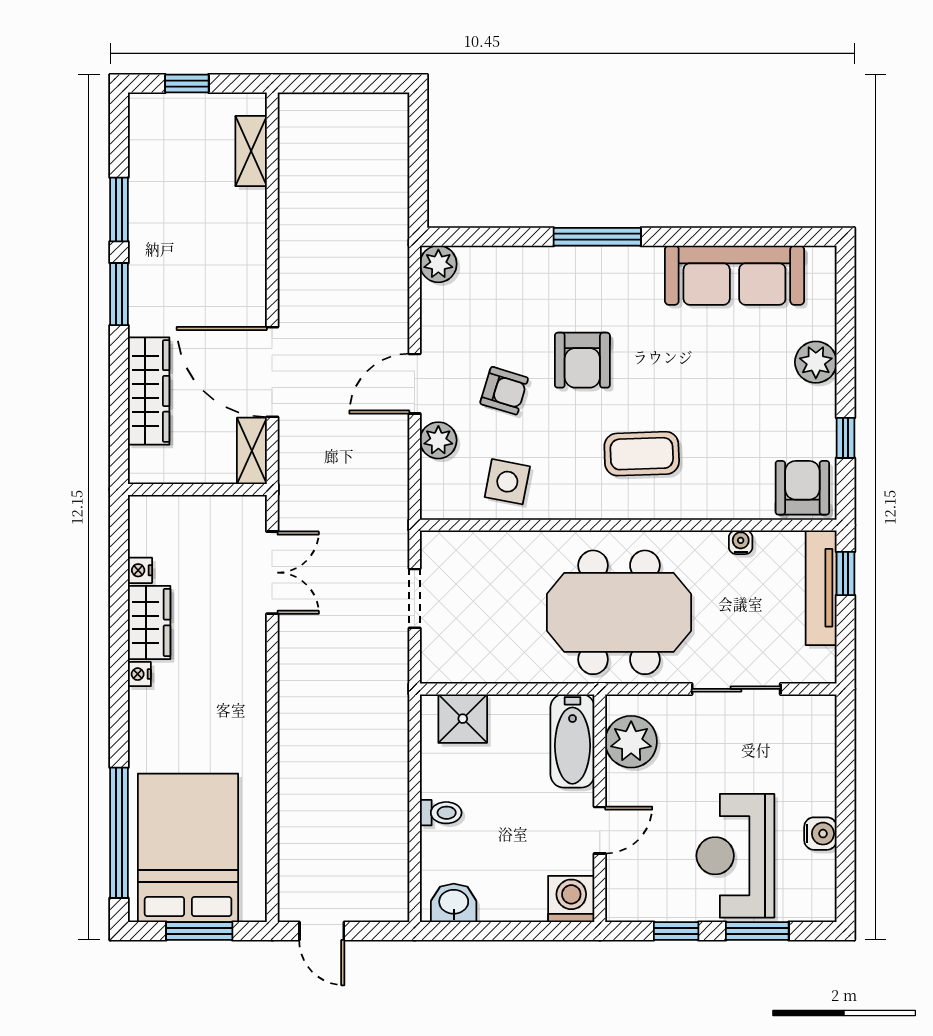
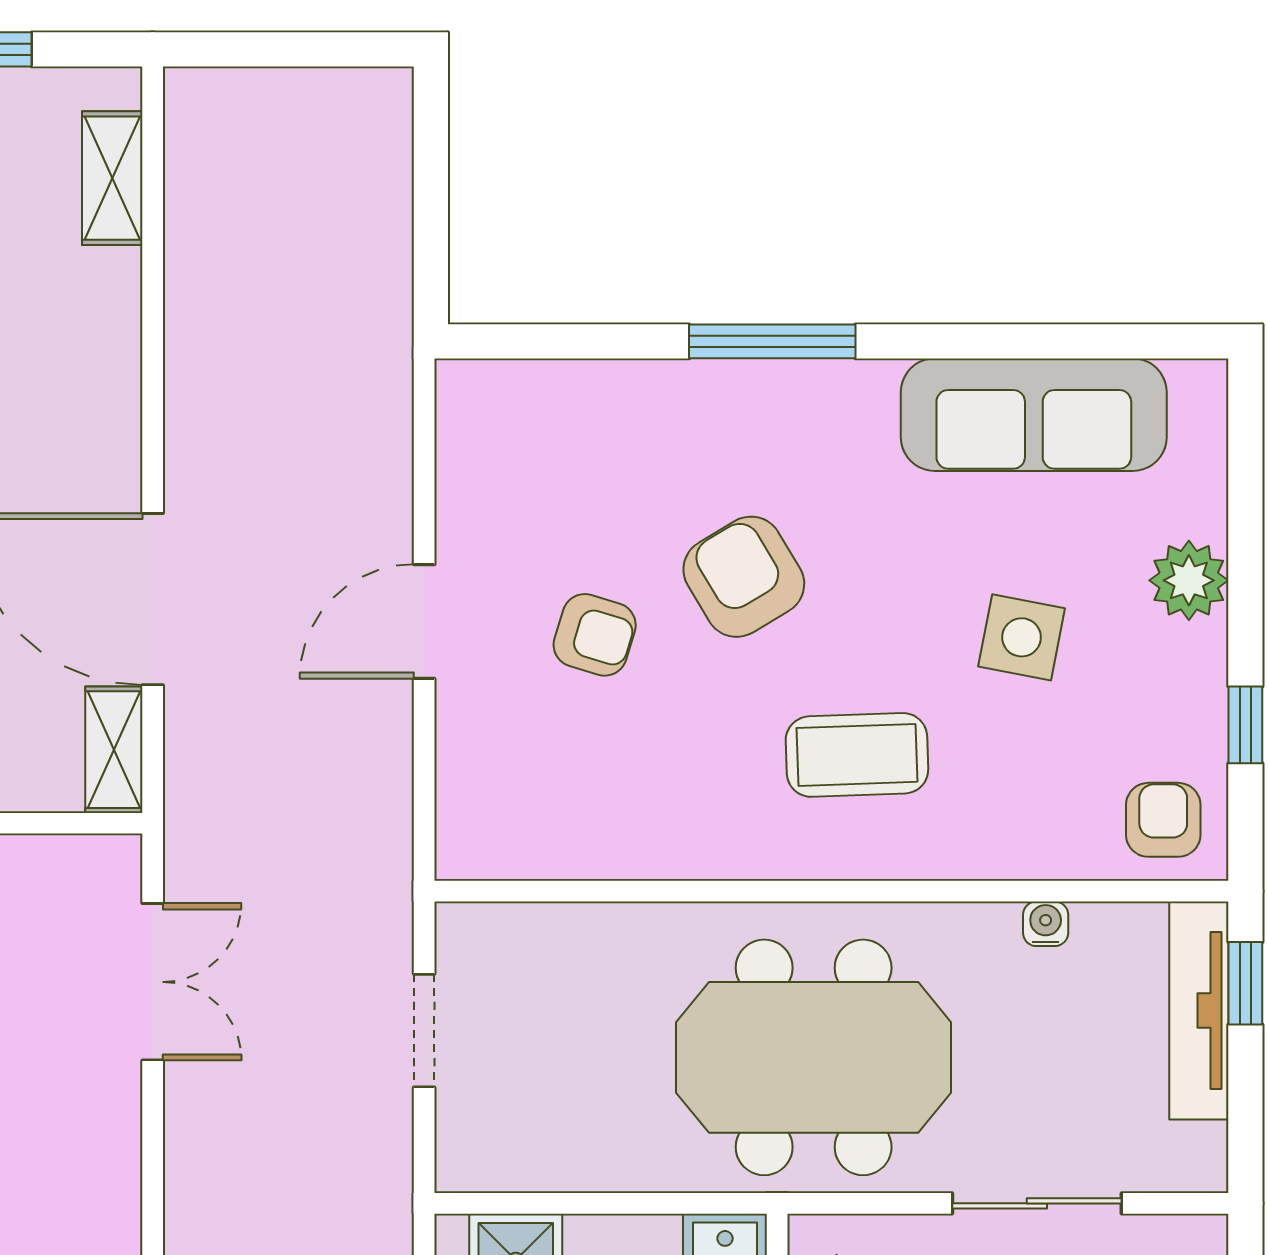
plant: (438, 264) -> (469, 393), removed
armchair: (582, 360) -> (744, 577), turned 149
plant: (438, 440) -> (469, 729), removed
side table: (507, 482) -> (1022, 637), moved
armchair: (802, 488) -> (1163, 820), width x0.72, depth x0.72

